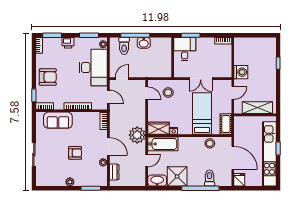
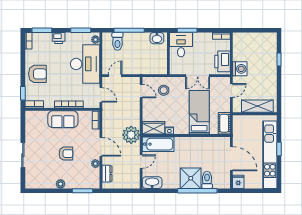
washbasin: (144, 43) -> (157, 38), moved
printer: (224, 65) -> (222, 61), added
sofa: (58, 120) -> (63, 119), moved
stool: (210, 143) -> (207, 144), removed
shower: (177, 176) -> (191, 178), moved

